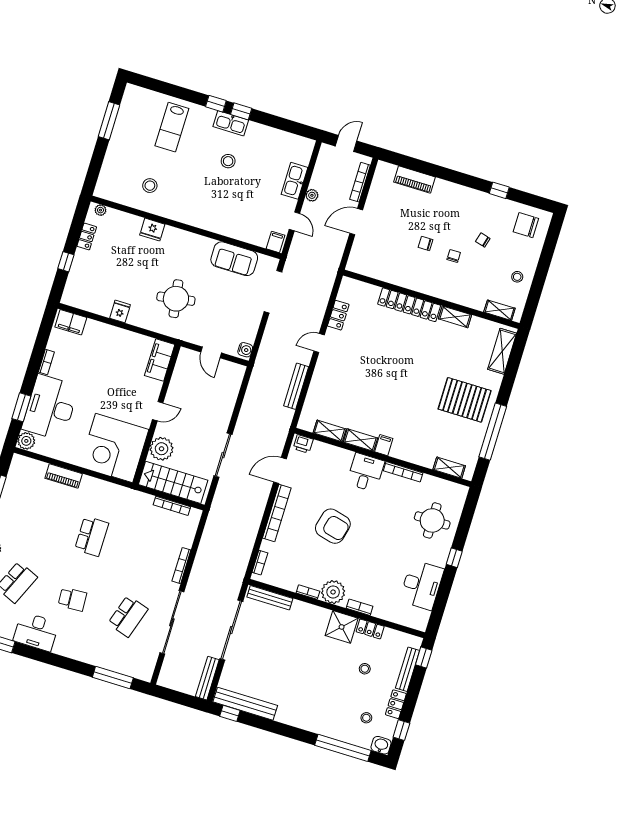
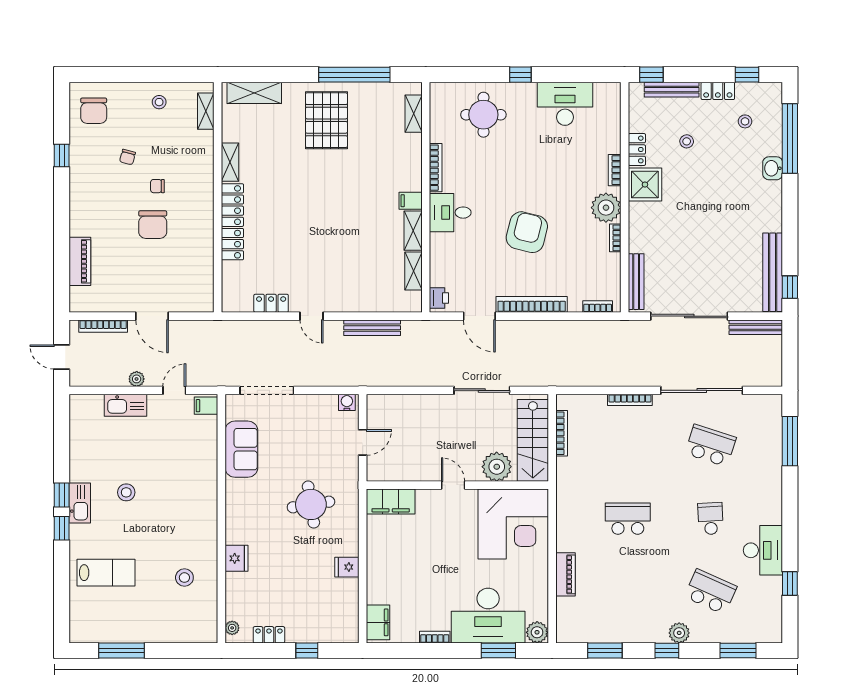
chair: (426, 243) -> (153, 225), width x1.87, depth x1.87
washbasin: (381, 745) -> (773, 168), moved

